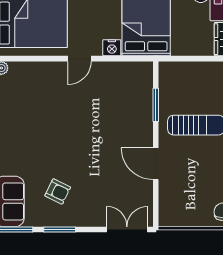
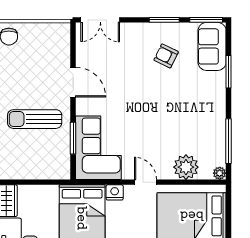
door: (79, 59) -> (145, 182), hinge flipped
plant: (37, 74) -> (186, 167), added
corner sofa: (129, 95) -> (98, 148), added

